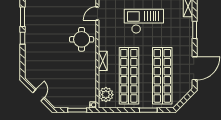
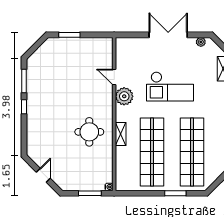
door: (97, 13) -> (114, 77), hinge flipped
checkout: (144, 21) -> (170, 86), turned 180
round table: (82, 39) -> (89, 132), moved
plant: (106, 95) -> (124, 96), moved

